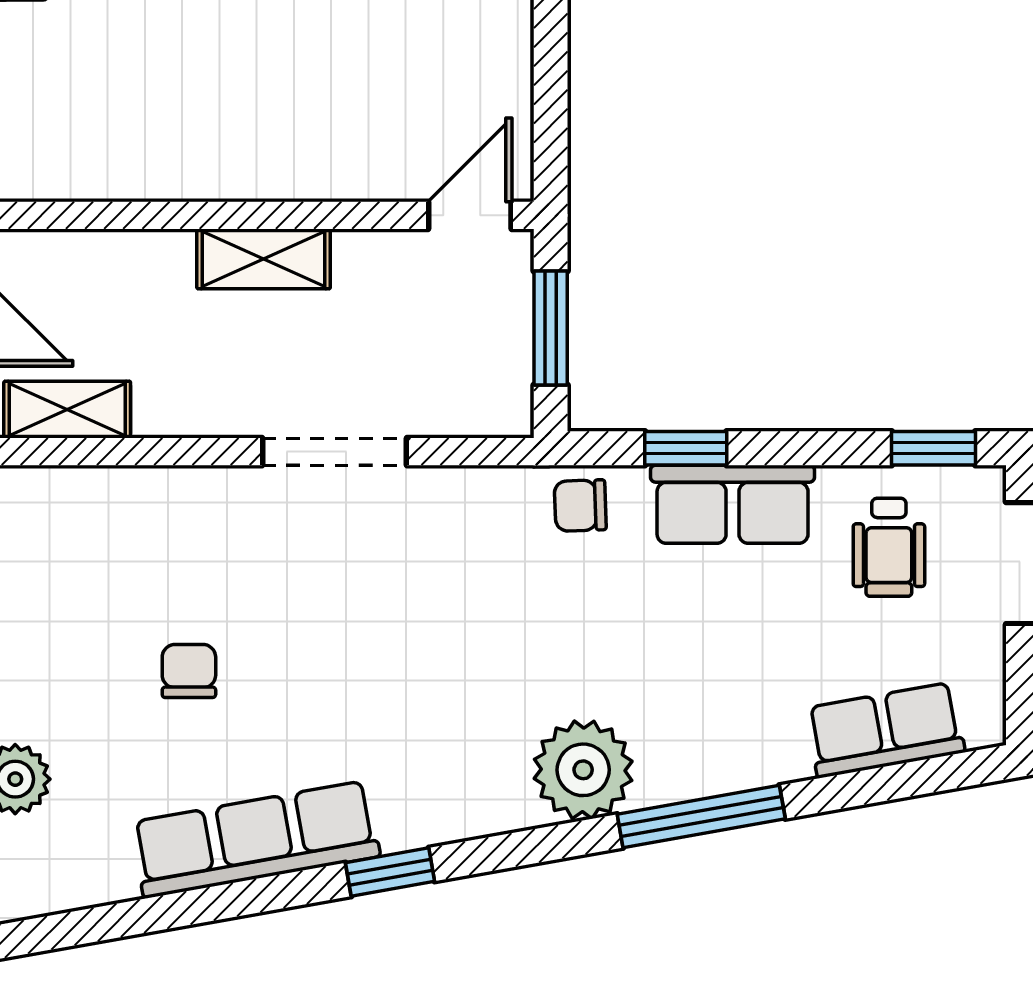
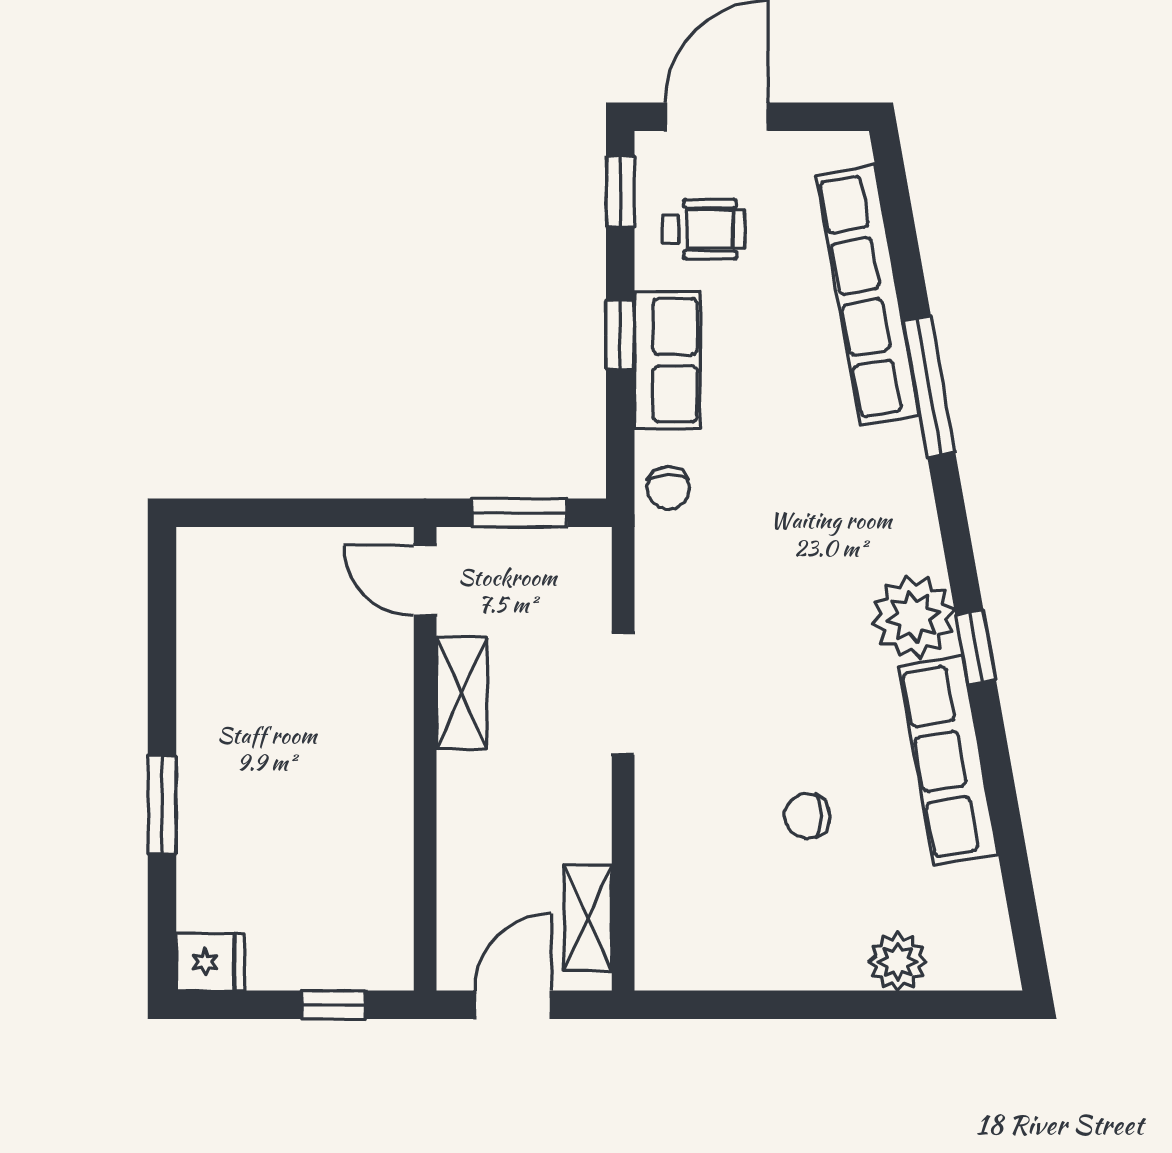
shelving: (264, 259) -> (462, 693), moved
window: (686, 448) -> (620, 335), moved
row of seats: (885, 730) -> (868, 295), width x2.02
plant: (583, 770) -> (913, 617), moved

